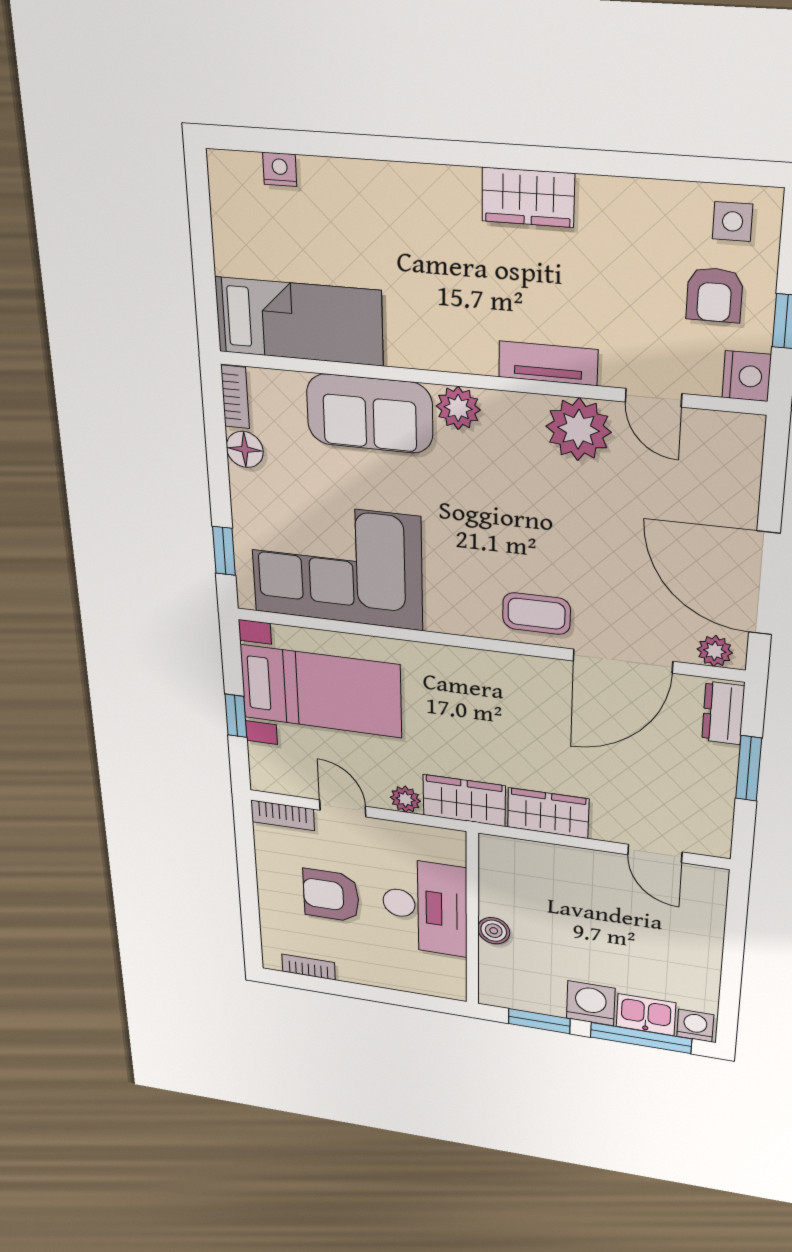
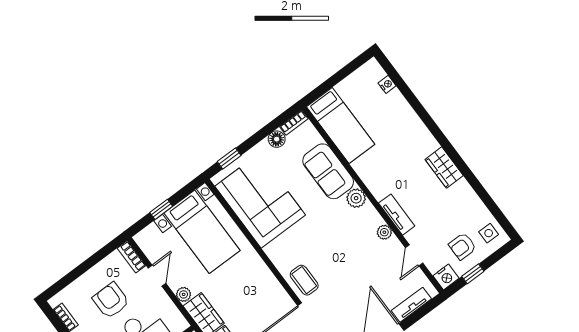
plant: (578, 429) -> (384, 232), width x0.53, depth x0.53
tv unit: (743, 481) -> (411, 305), added

